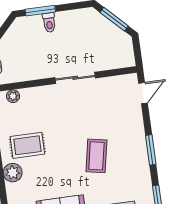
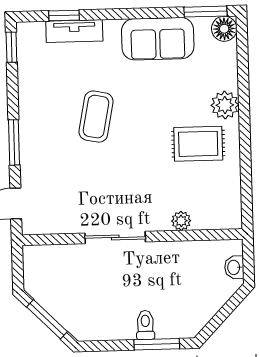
plant: (13, 96) -> (181, 221), moved
window: (151, 150) -> (14, 142), moved

